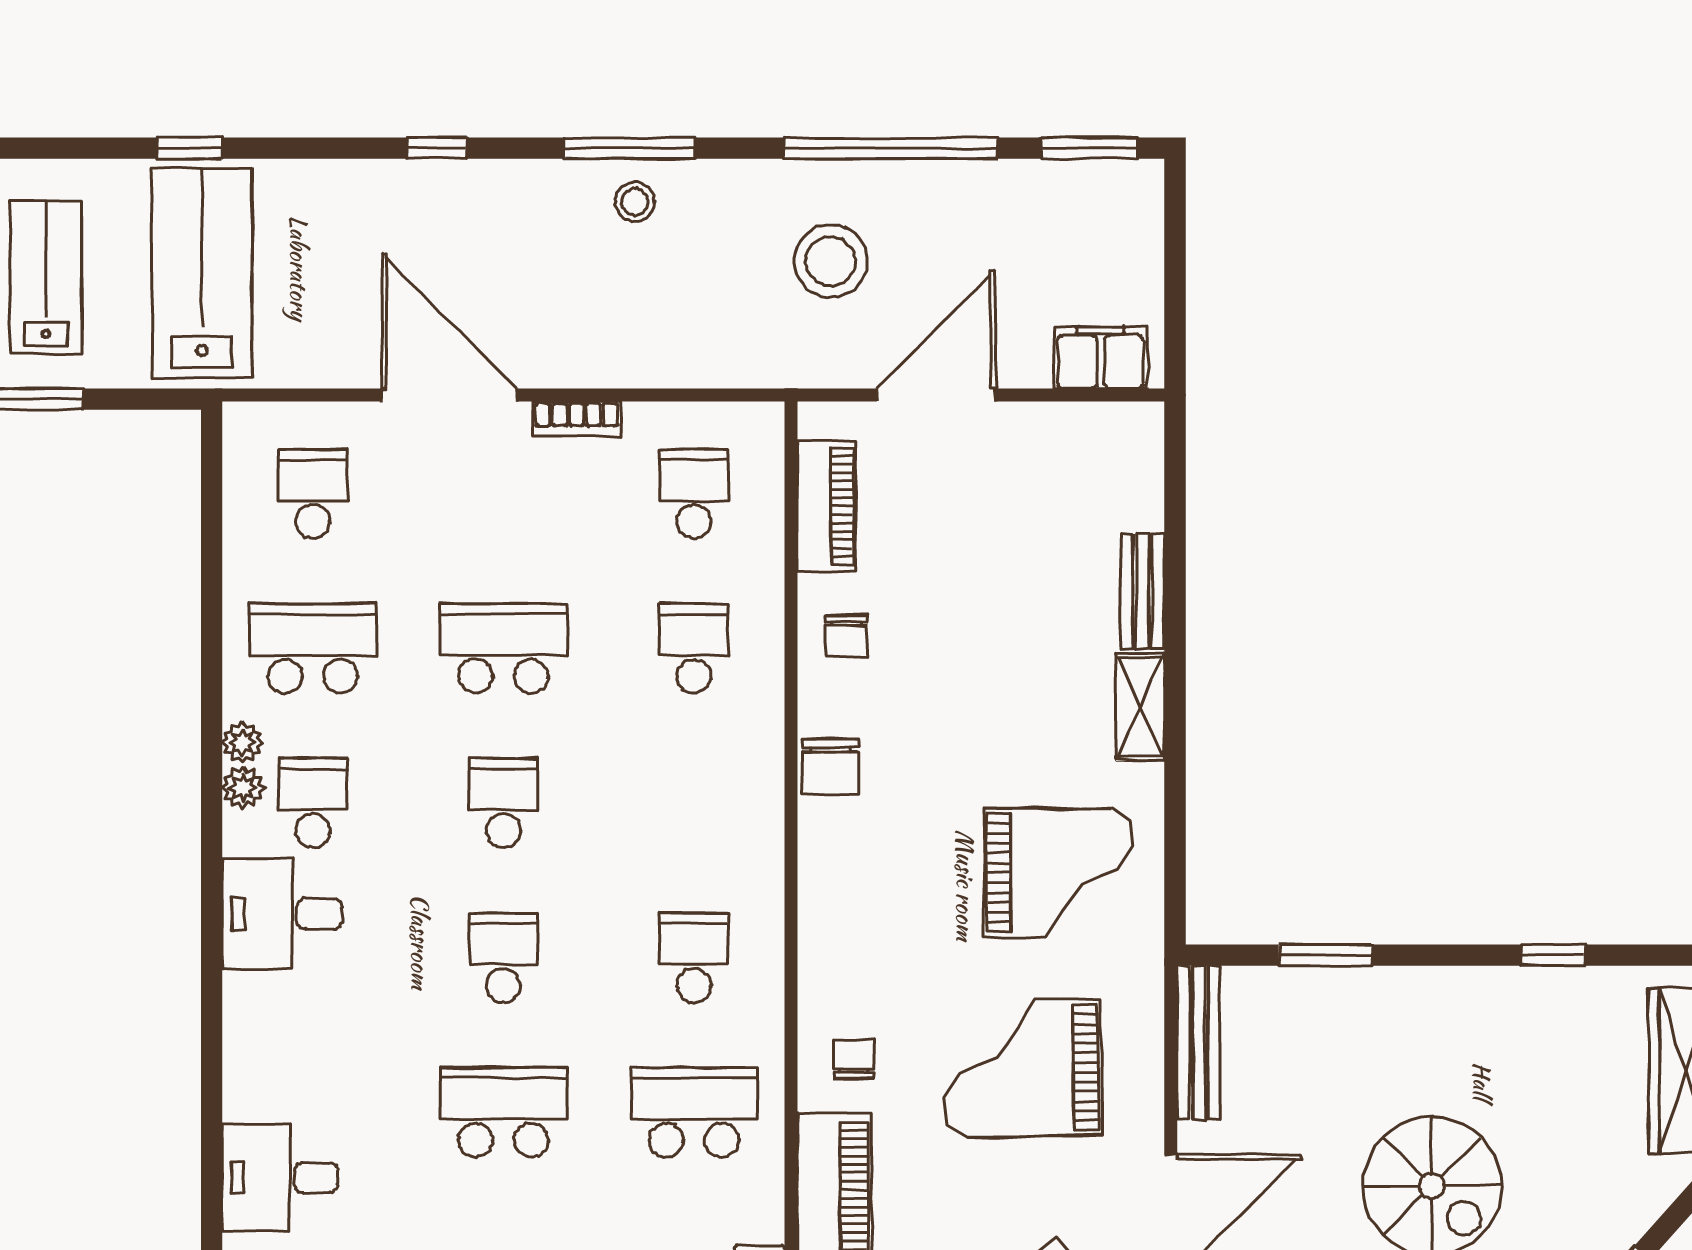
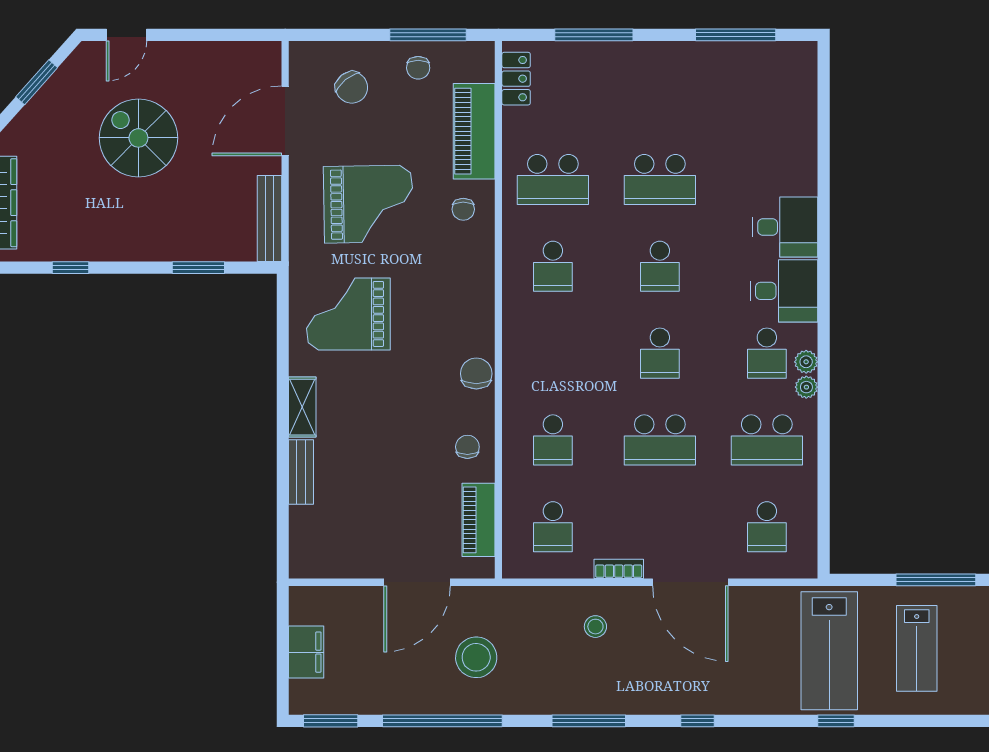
stool: (635, 202) -> (595, 627), moved
filing cabinet: (1101, 358) -> (306, 652), moved, turned -90
desk: (280, 1178) -> (785, 227), moved

